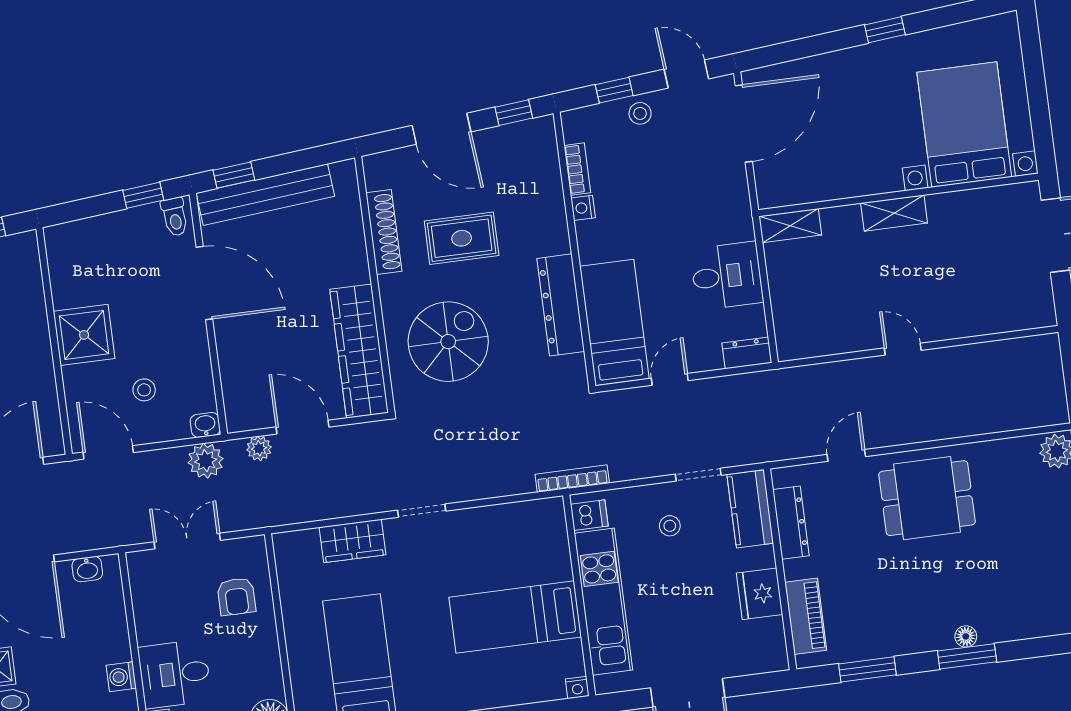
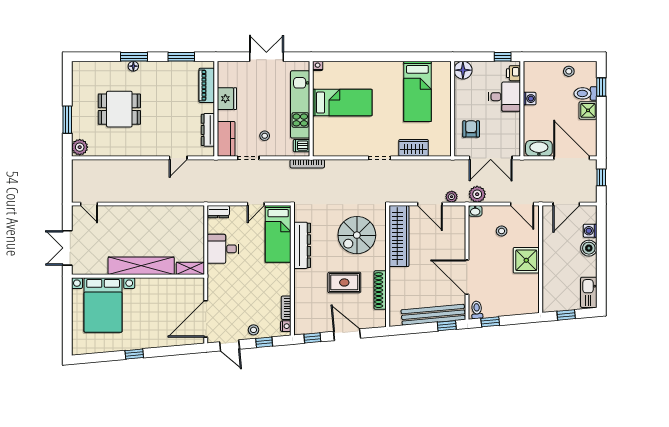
nightstand: (583, 208) -> (286, 326), moved
shelving: (894, 213) -> (141, 266), width x2.20, depth x1.33
door: (903, 349) -> (89, 204), moved
dining table: (927, 498) -> (119, 109), moved
double door: (187, 541) -> (491, 158), width x1.37
washbasin: (87, 569) -> (539, 148), width x1.91, depth x1.45

